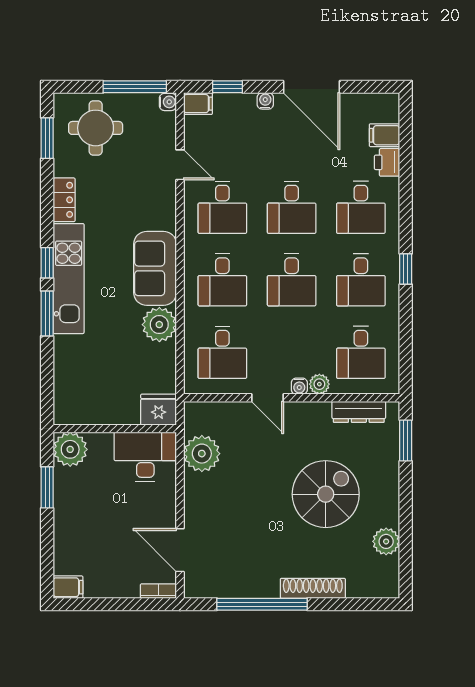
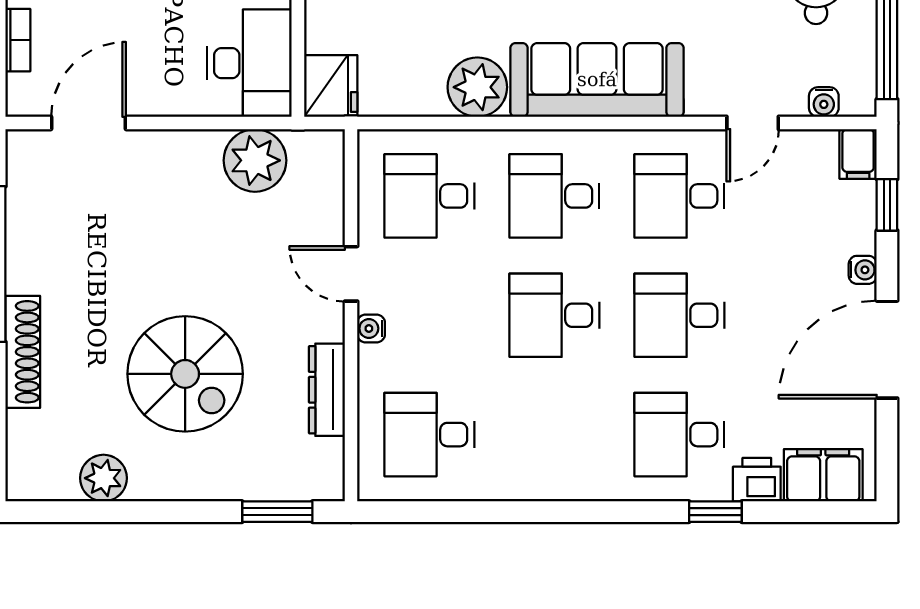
water cooler: (168, 102) -> (824, 102), moved
filing cabinet: (384, 135) -> (823, 475), width x2.00
sofa: (155, 268) -> (597, 80), width x1.36
window: (406, 269) -> (715, 512), moved
desk: (361, 280) -> (554, 435), removed
plant: (319, 384) -> (375, 363), removed
door: (268, 398) -> (351, 274), hinge flipped
dresser: (359, 412) -> (327, 390), moved
bookcase: (158, 591) -> (18, 40), moved

